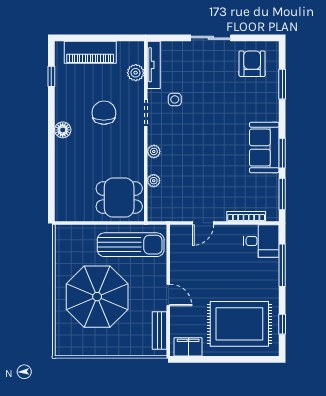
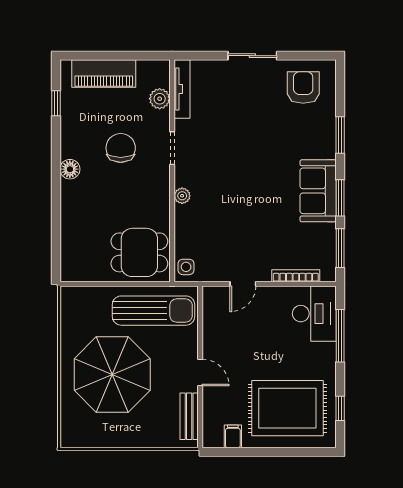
window: (282, 84) -> (340, 135), moved
side table: (175, 99) -> (186, 267), moved
plant: (154, 181) -> (182, 232), removed
desk: (261, 241) -> (314, 314), width x1.37
filing cabinet: (188, 347) -> (233, 436), width x0.50

